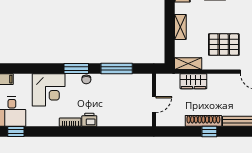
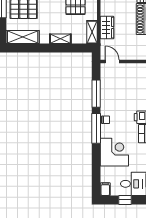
window: (76, 68) -> (96, 128), width x1.44
door: (154, 105) -> (112, 62), moved

